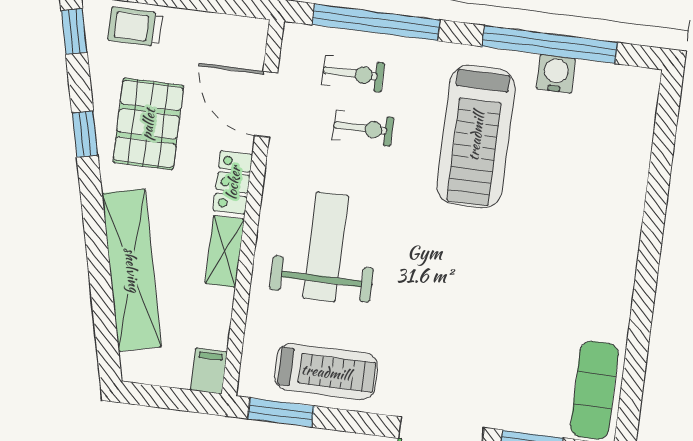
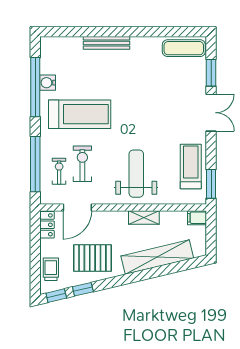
trolley: (135, 27) -> (51, 269), turned 180
exercise bike: (363, 128) -> (82, 164), width x1.38, depth x1.39
window: (85, 134) -> (83, 289), moved
locker: (233, 183) -> (47, 225), moved, turned -90
bench: (628, 218) -> (107, 43), added
weight bench: (326, 247) -> (136, 174), turned 90

